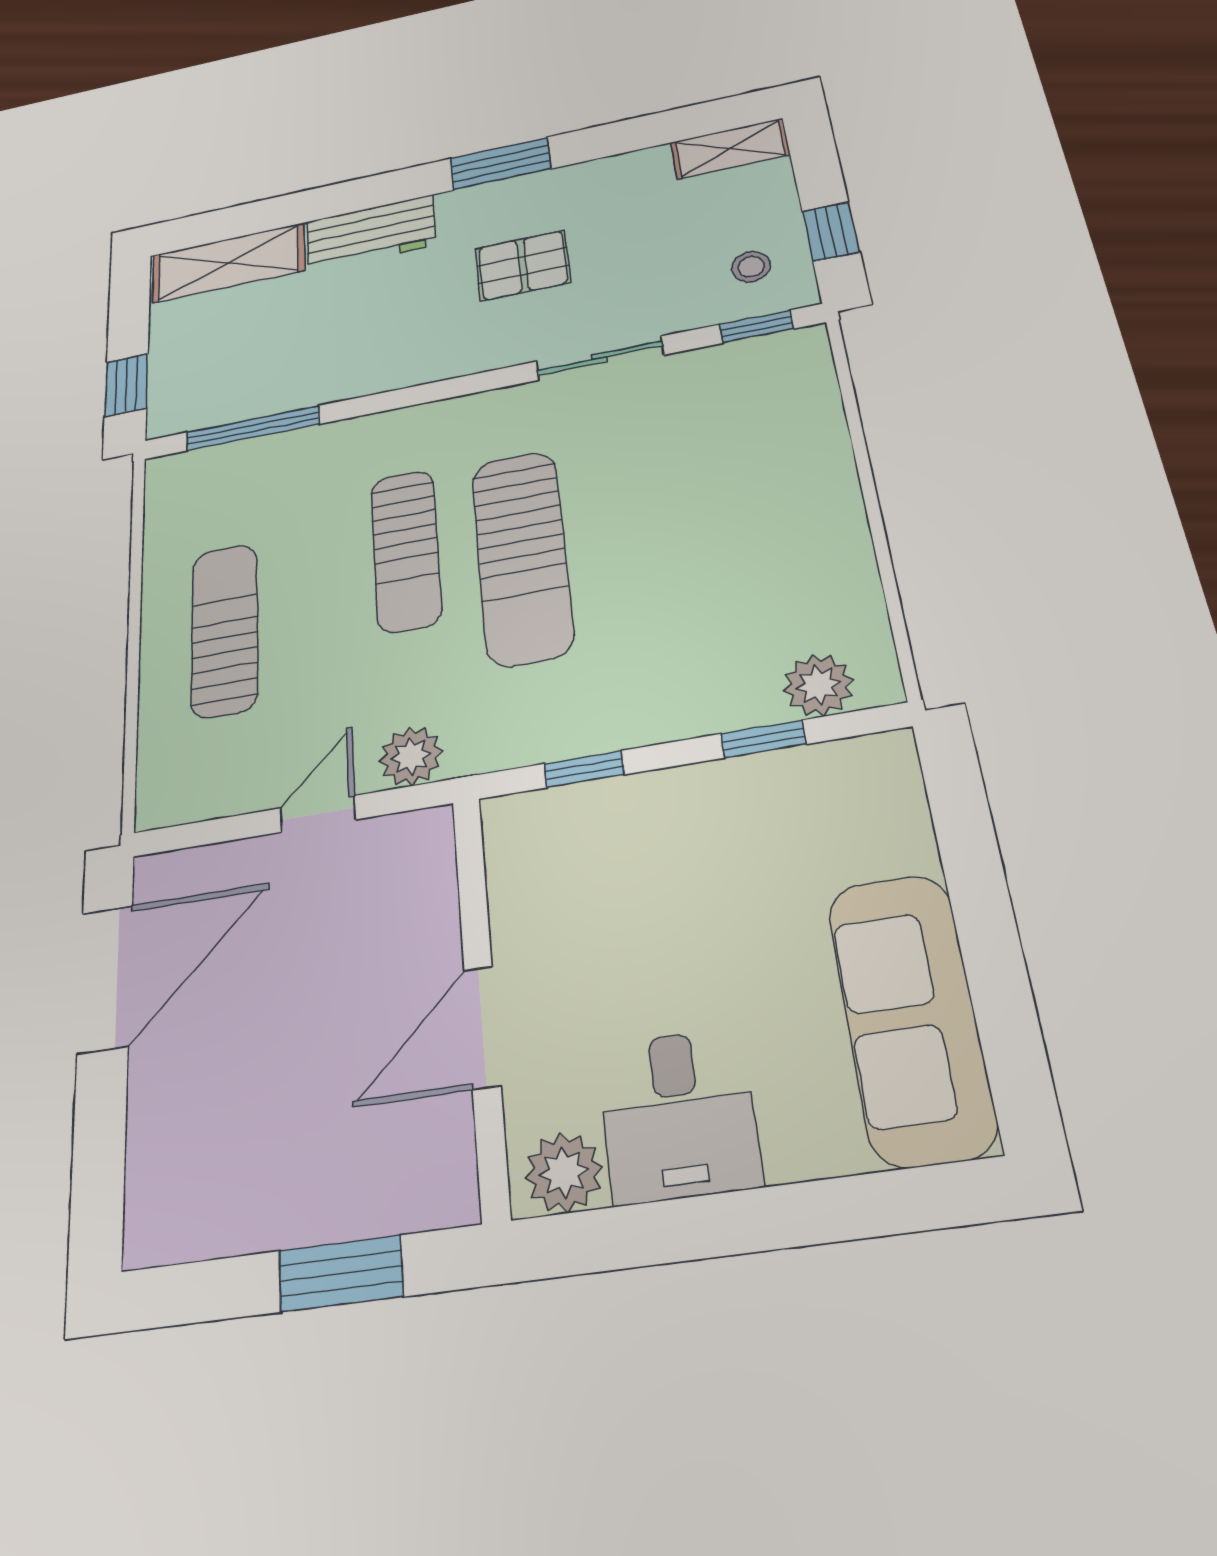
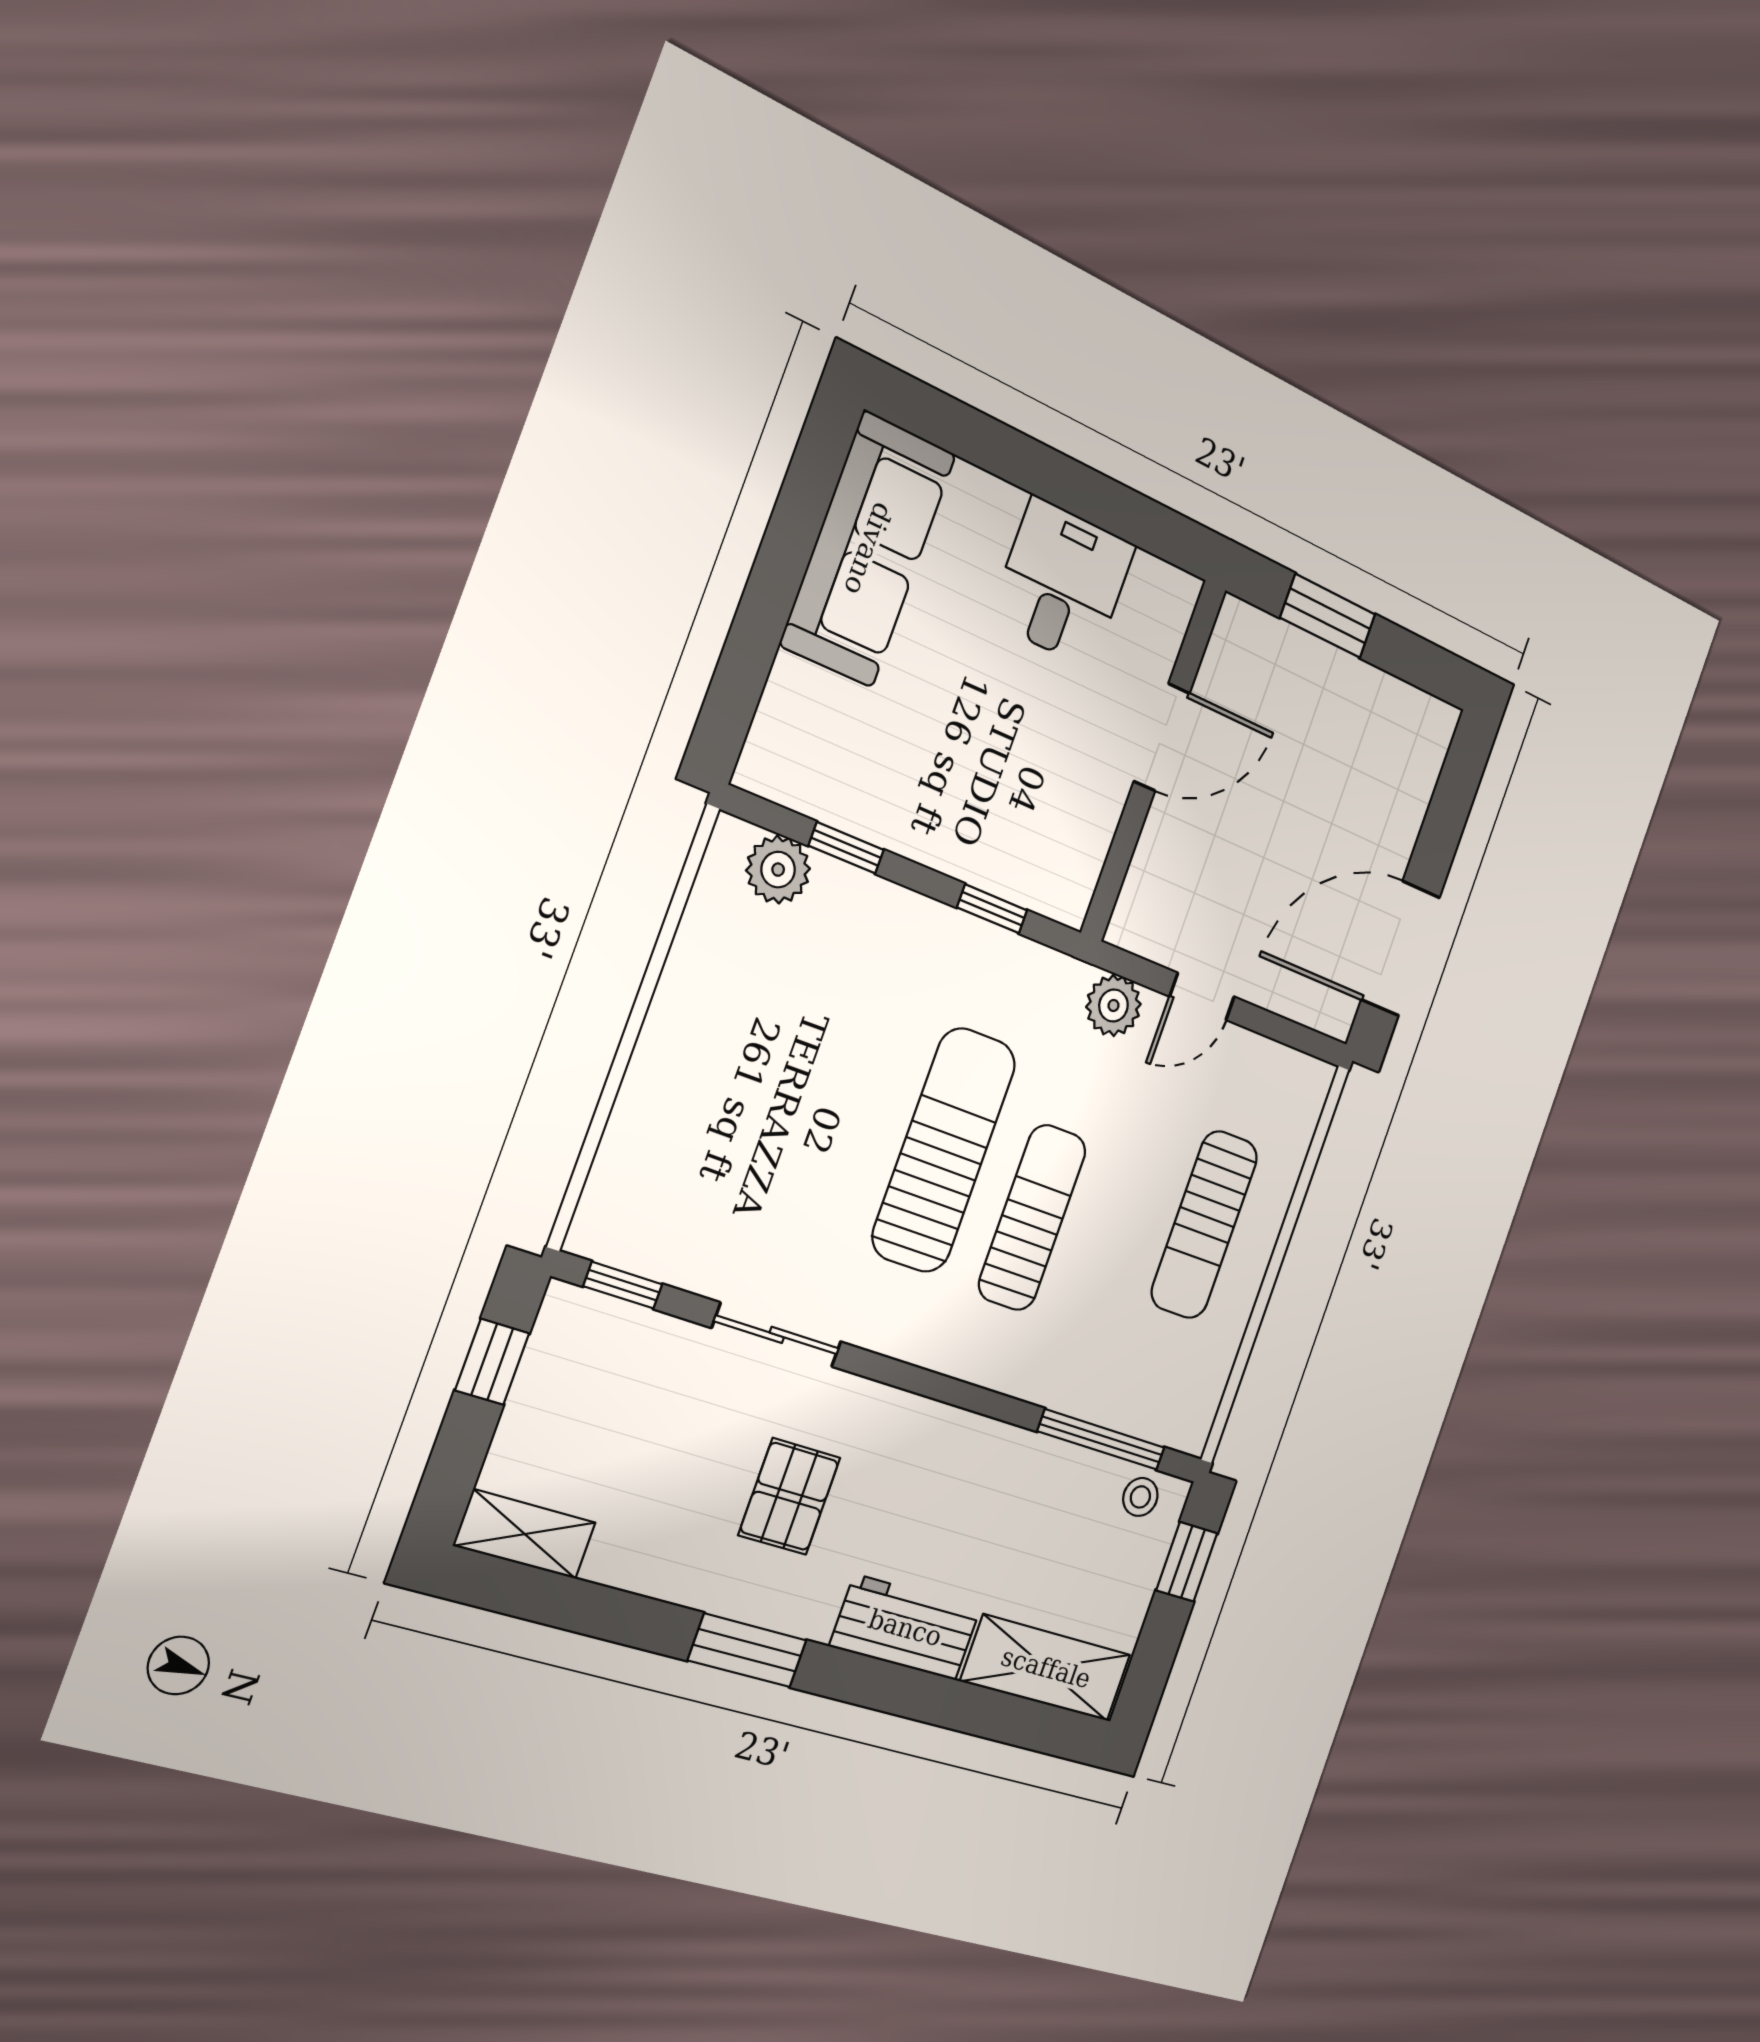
pallet: (523, 265) -> (789, 1496), turned 90
stool: (751, 267) -> (1140, 1497), moved
plant: (564, 1172) -> (1157, 592), removed

